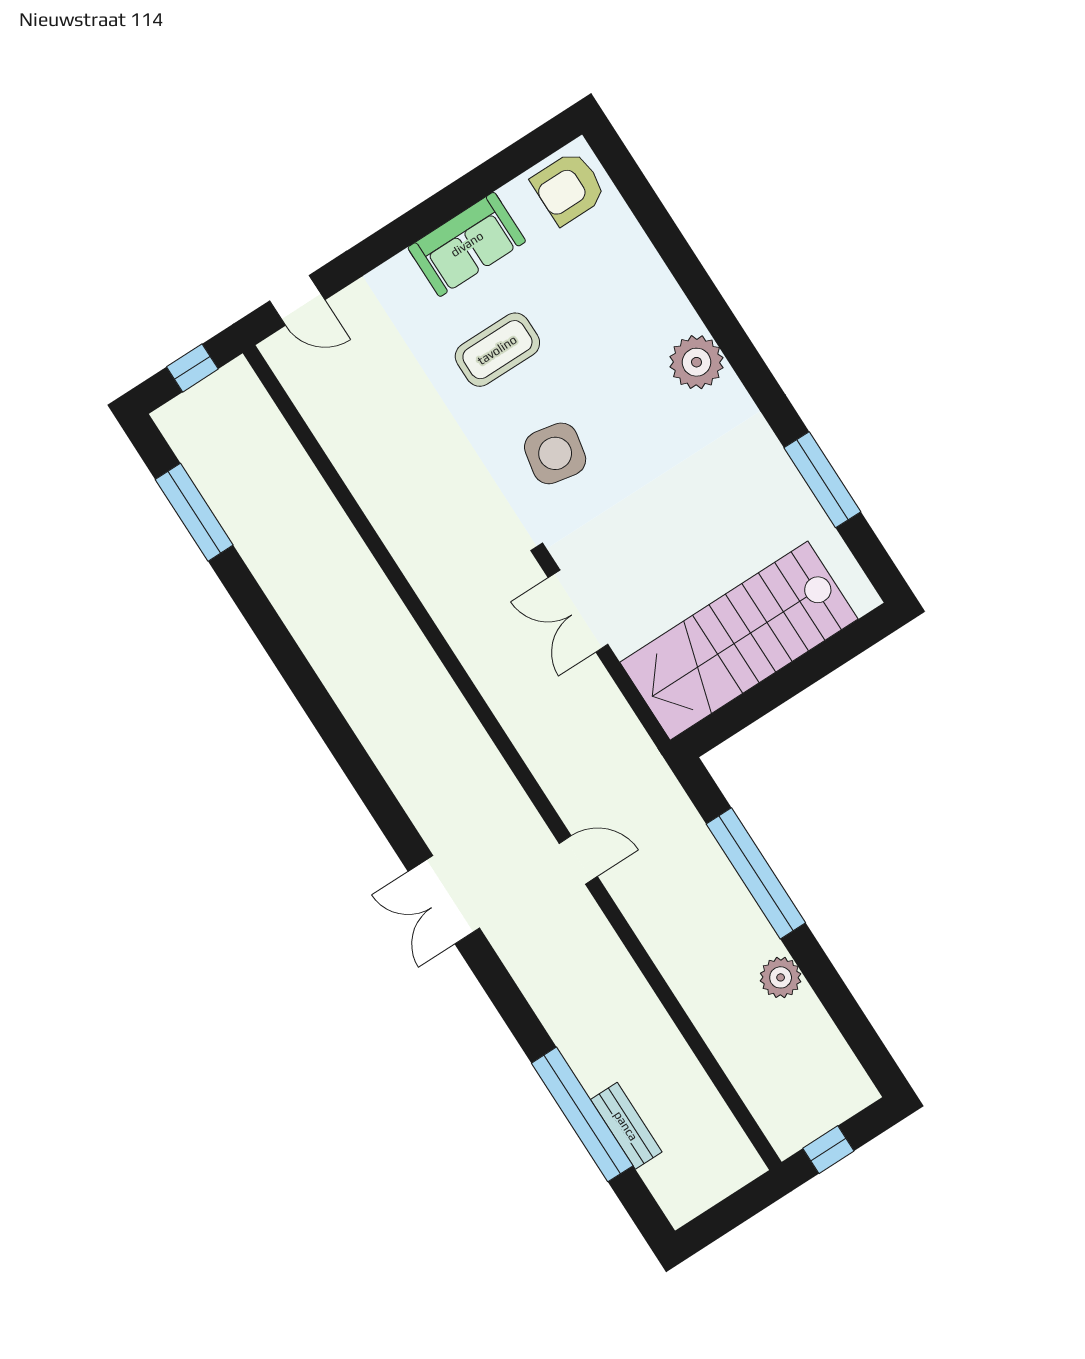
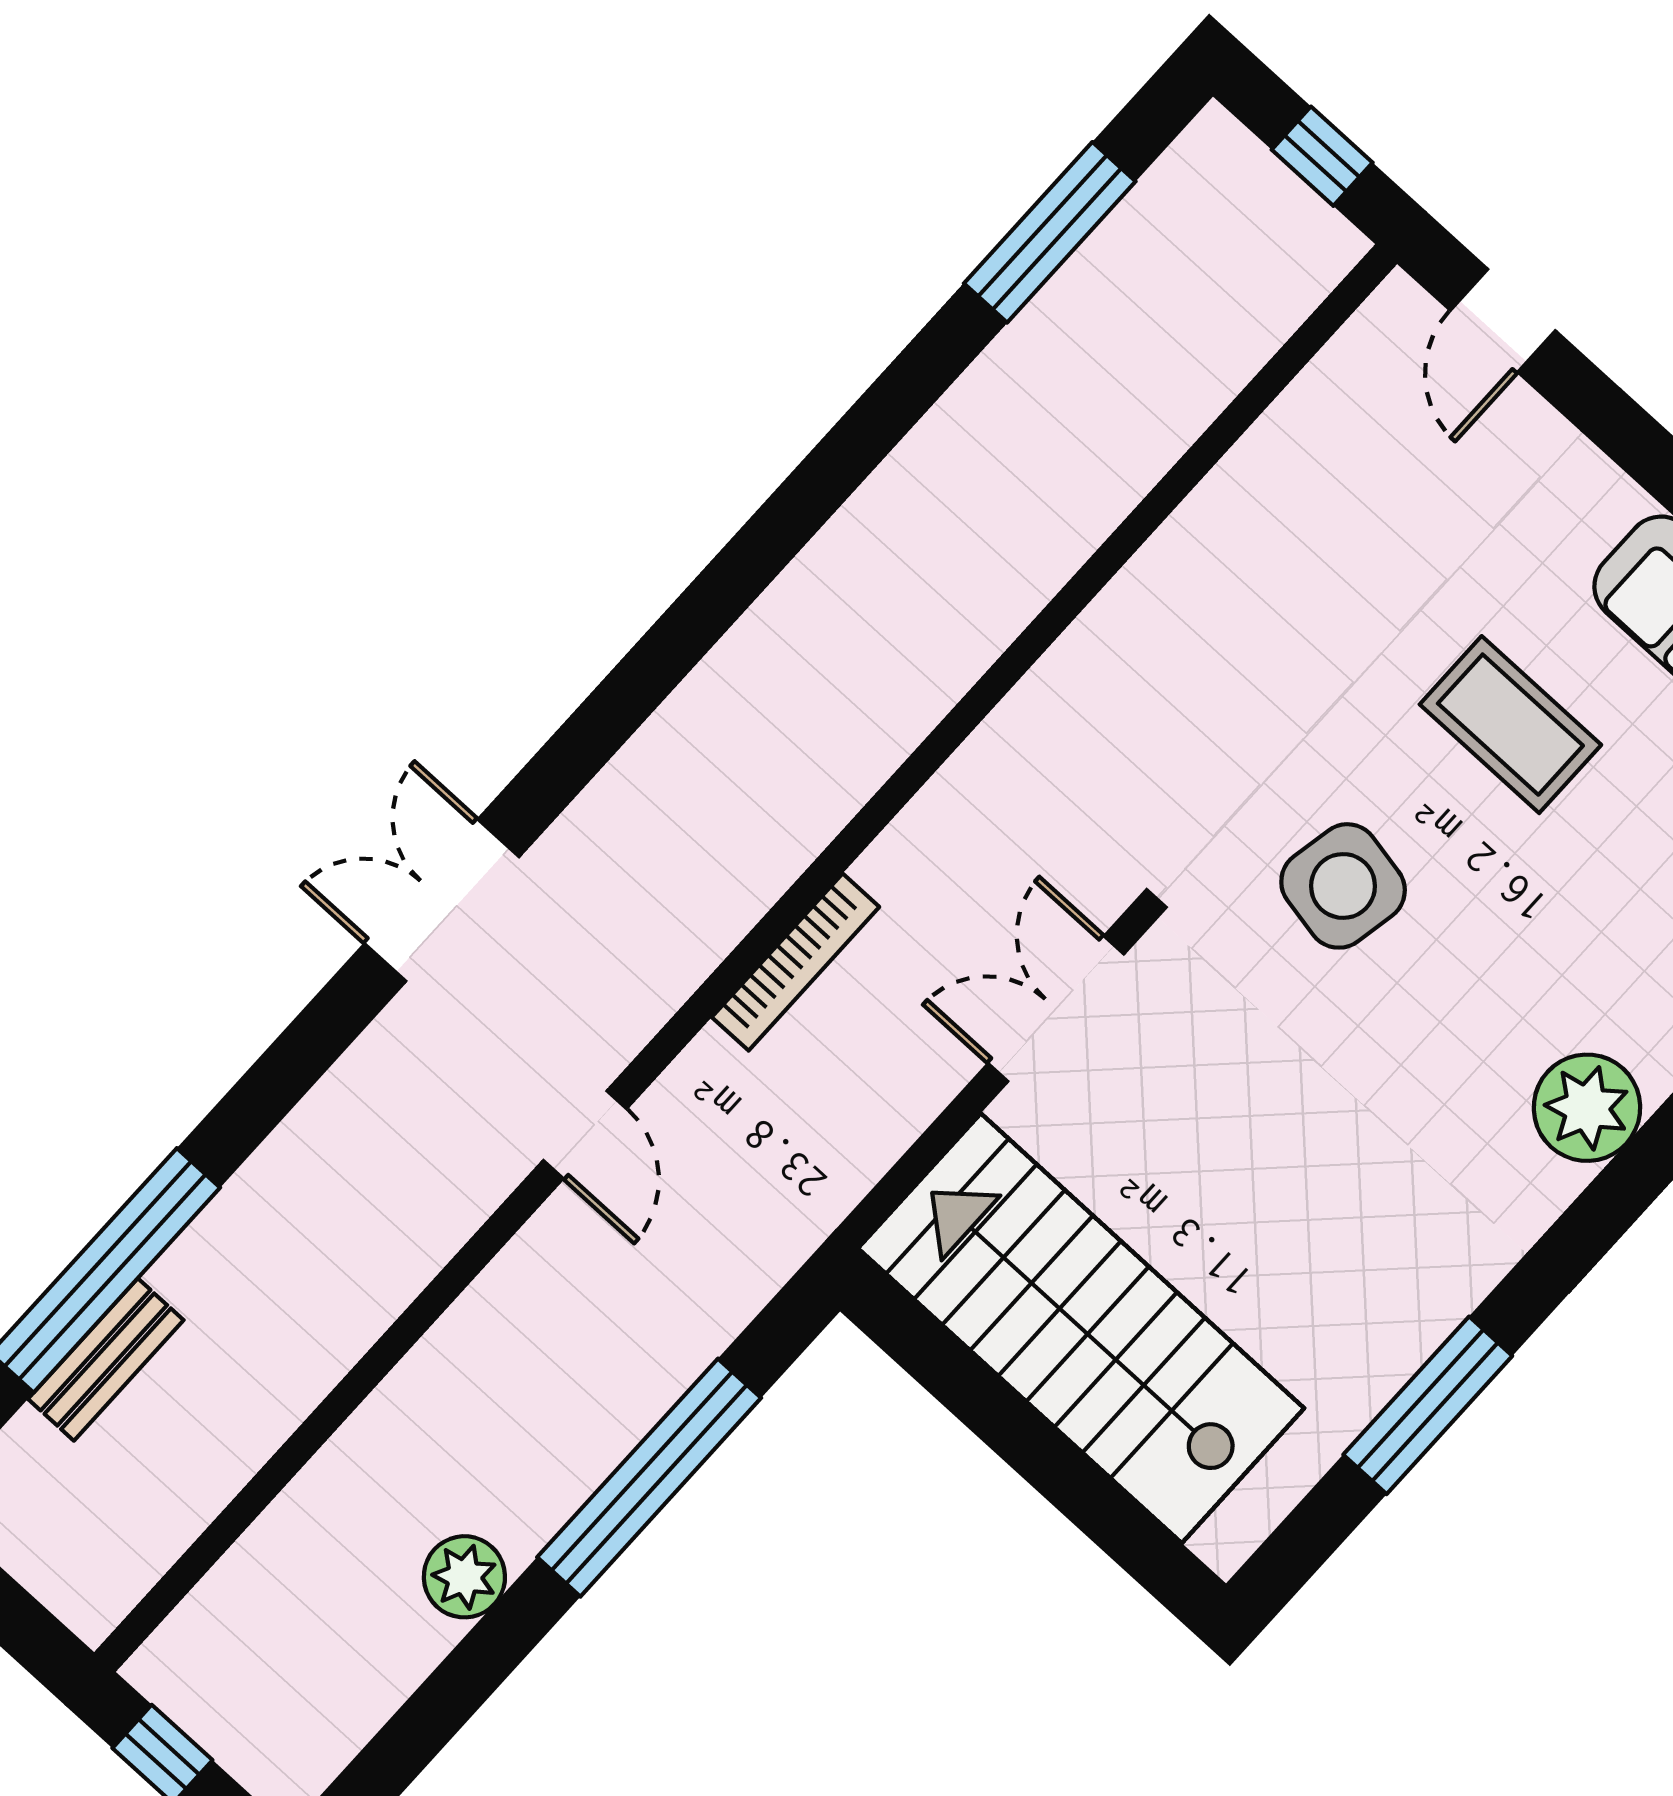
bookcase: (521, 733) -> (796, 962), added

